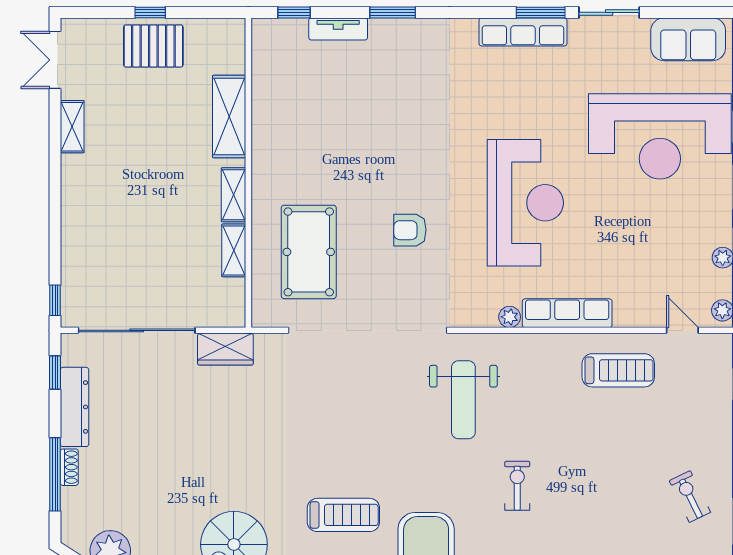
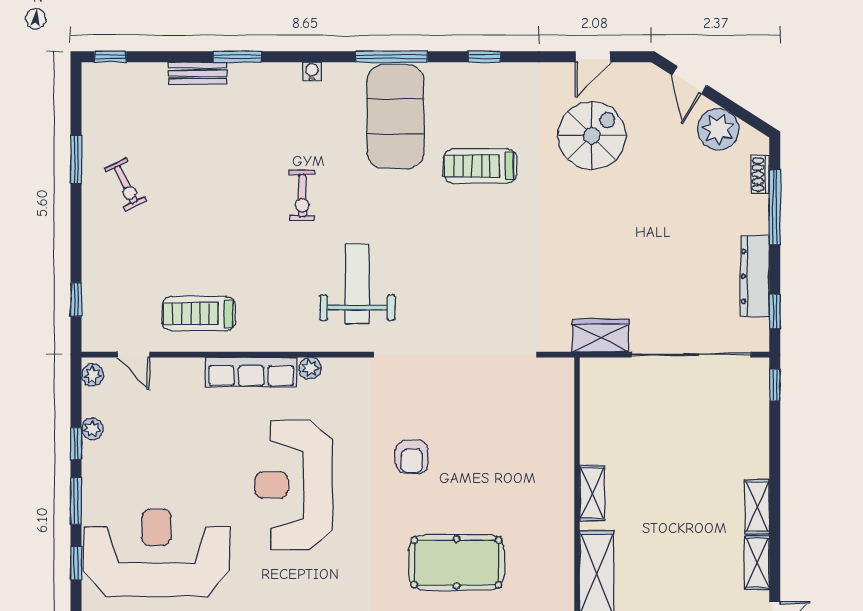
armchair: (410, 230) -> (412, 457), turned 90
shelving: (234, 250) -> (757, 507), moved
pool table: (309, 252) -> (456, 562), moved, turned 90
shoe rack: (69, 467) -> (760, 174), moved

